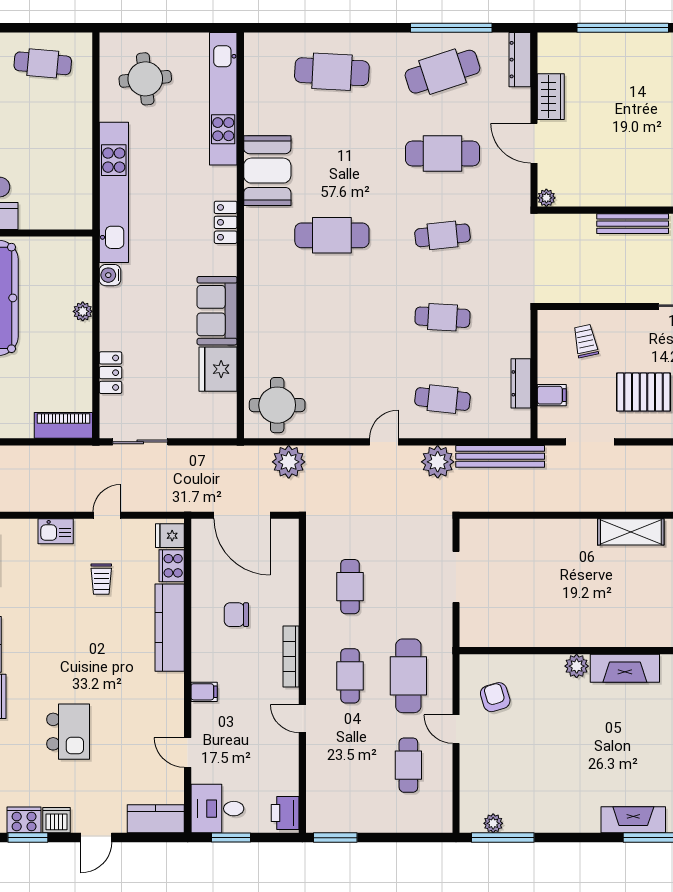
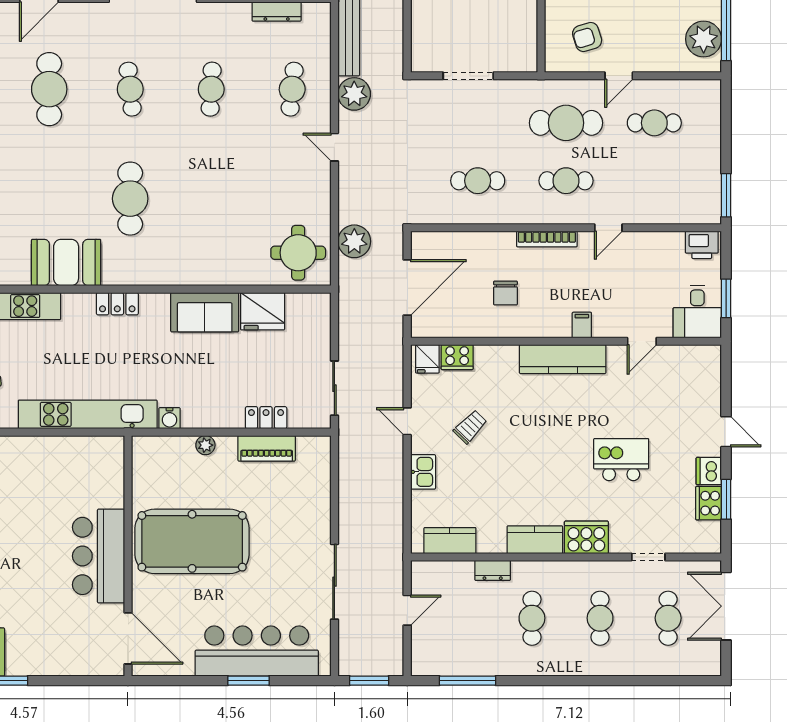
piano: (63, 425) -> (267, 448), moved, turned -90
trolley: (101, 579) -> (470, 427), turned -46
kitchen counter: (170, 628) -> (563, 359), moved
kitchen counter: (156, 819) -> (707, 373), removed
plant: (493, 823) -> (704, 39), width x1.88, depth x1.88

